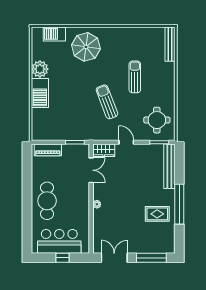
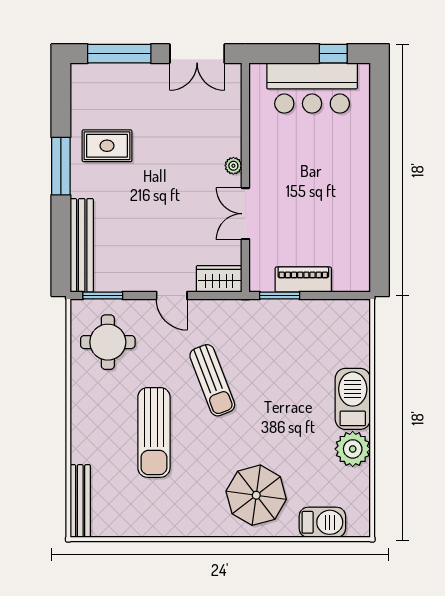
sun lounger: (135, 77) -> (154, 432), width x1.36, depth x1.34
piano: (48, 150) -> (303, 280), moved
double door: (91, 170) -> (245, 214), moved
cafe table: (47, 201) -> (338, 173), removed
window: (179, 204) -> (61, 166), width x0.68
window: (63, 258) -> (333, 54), moved

